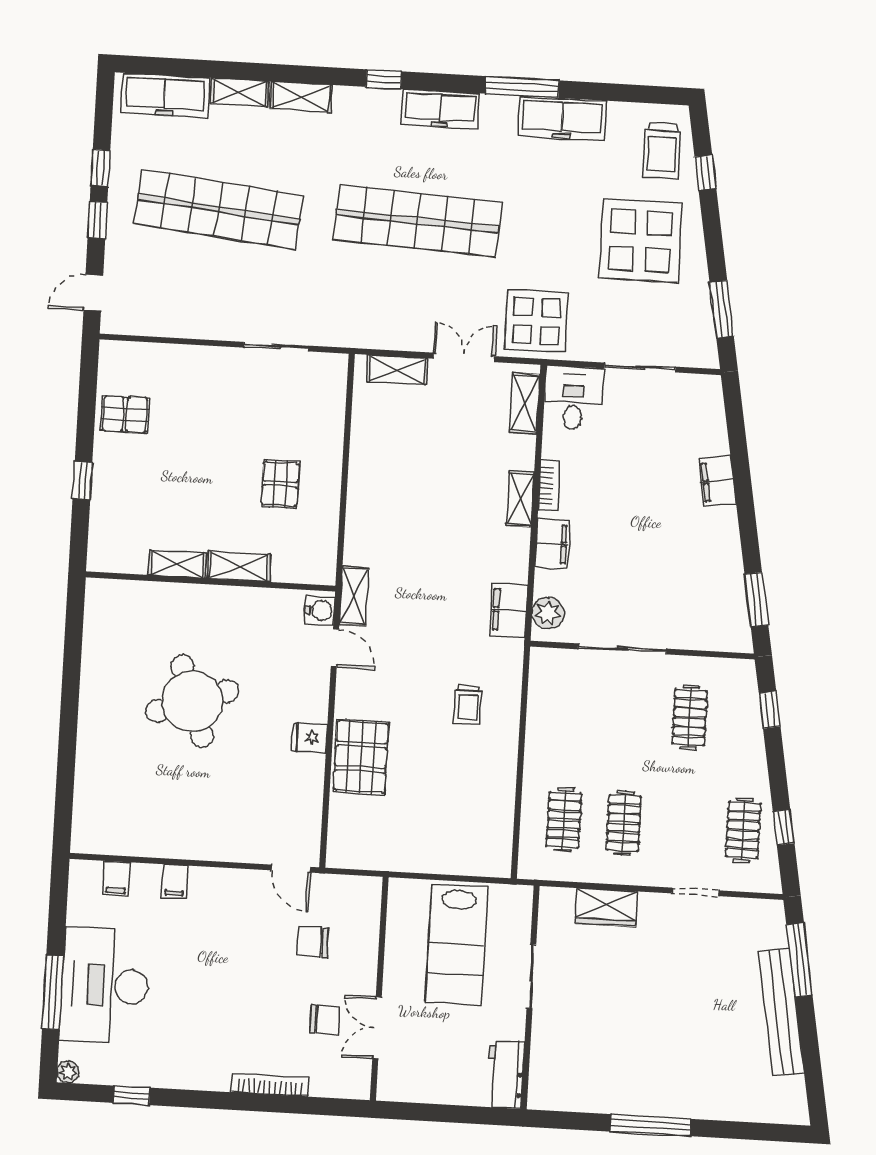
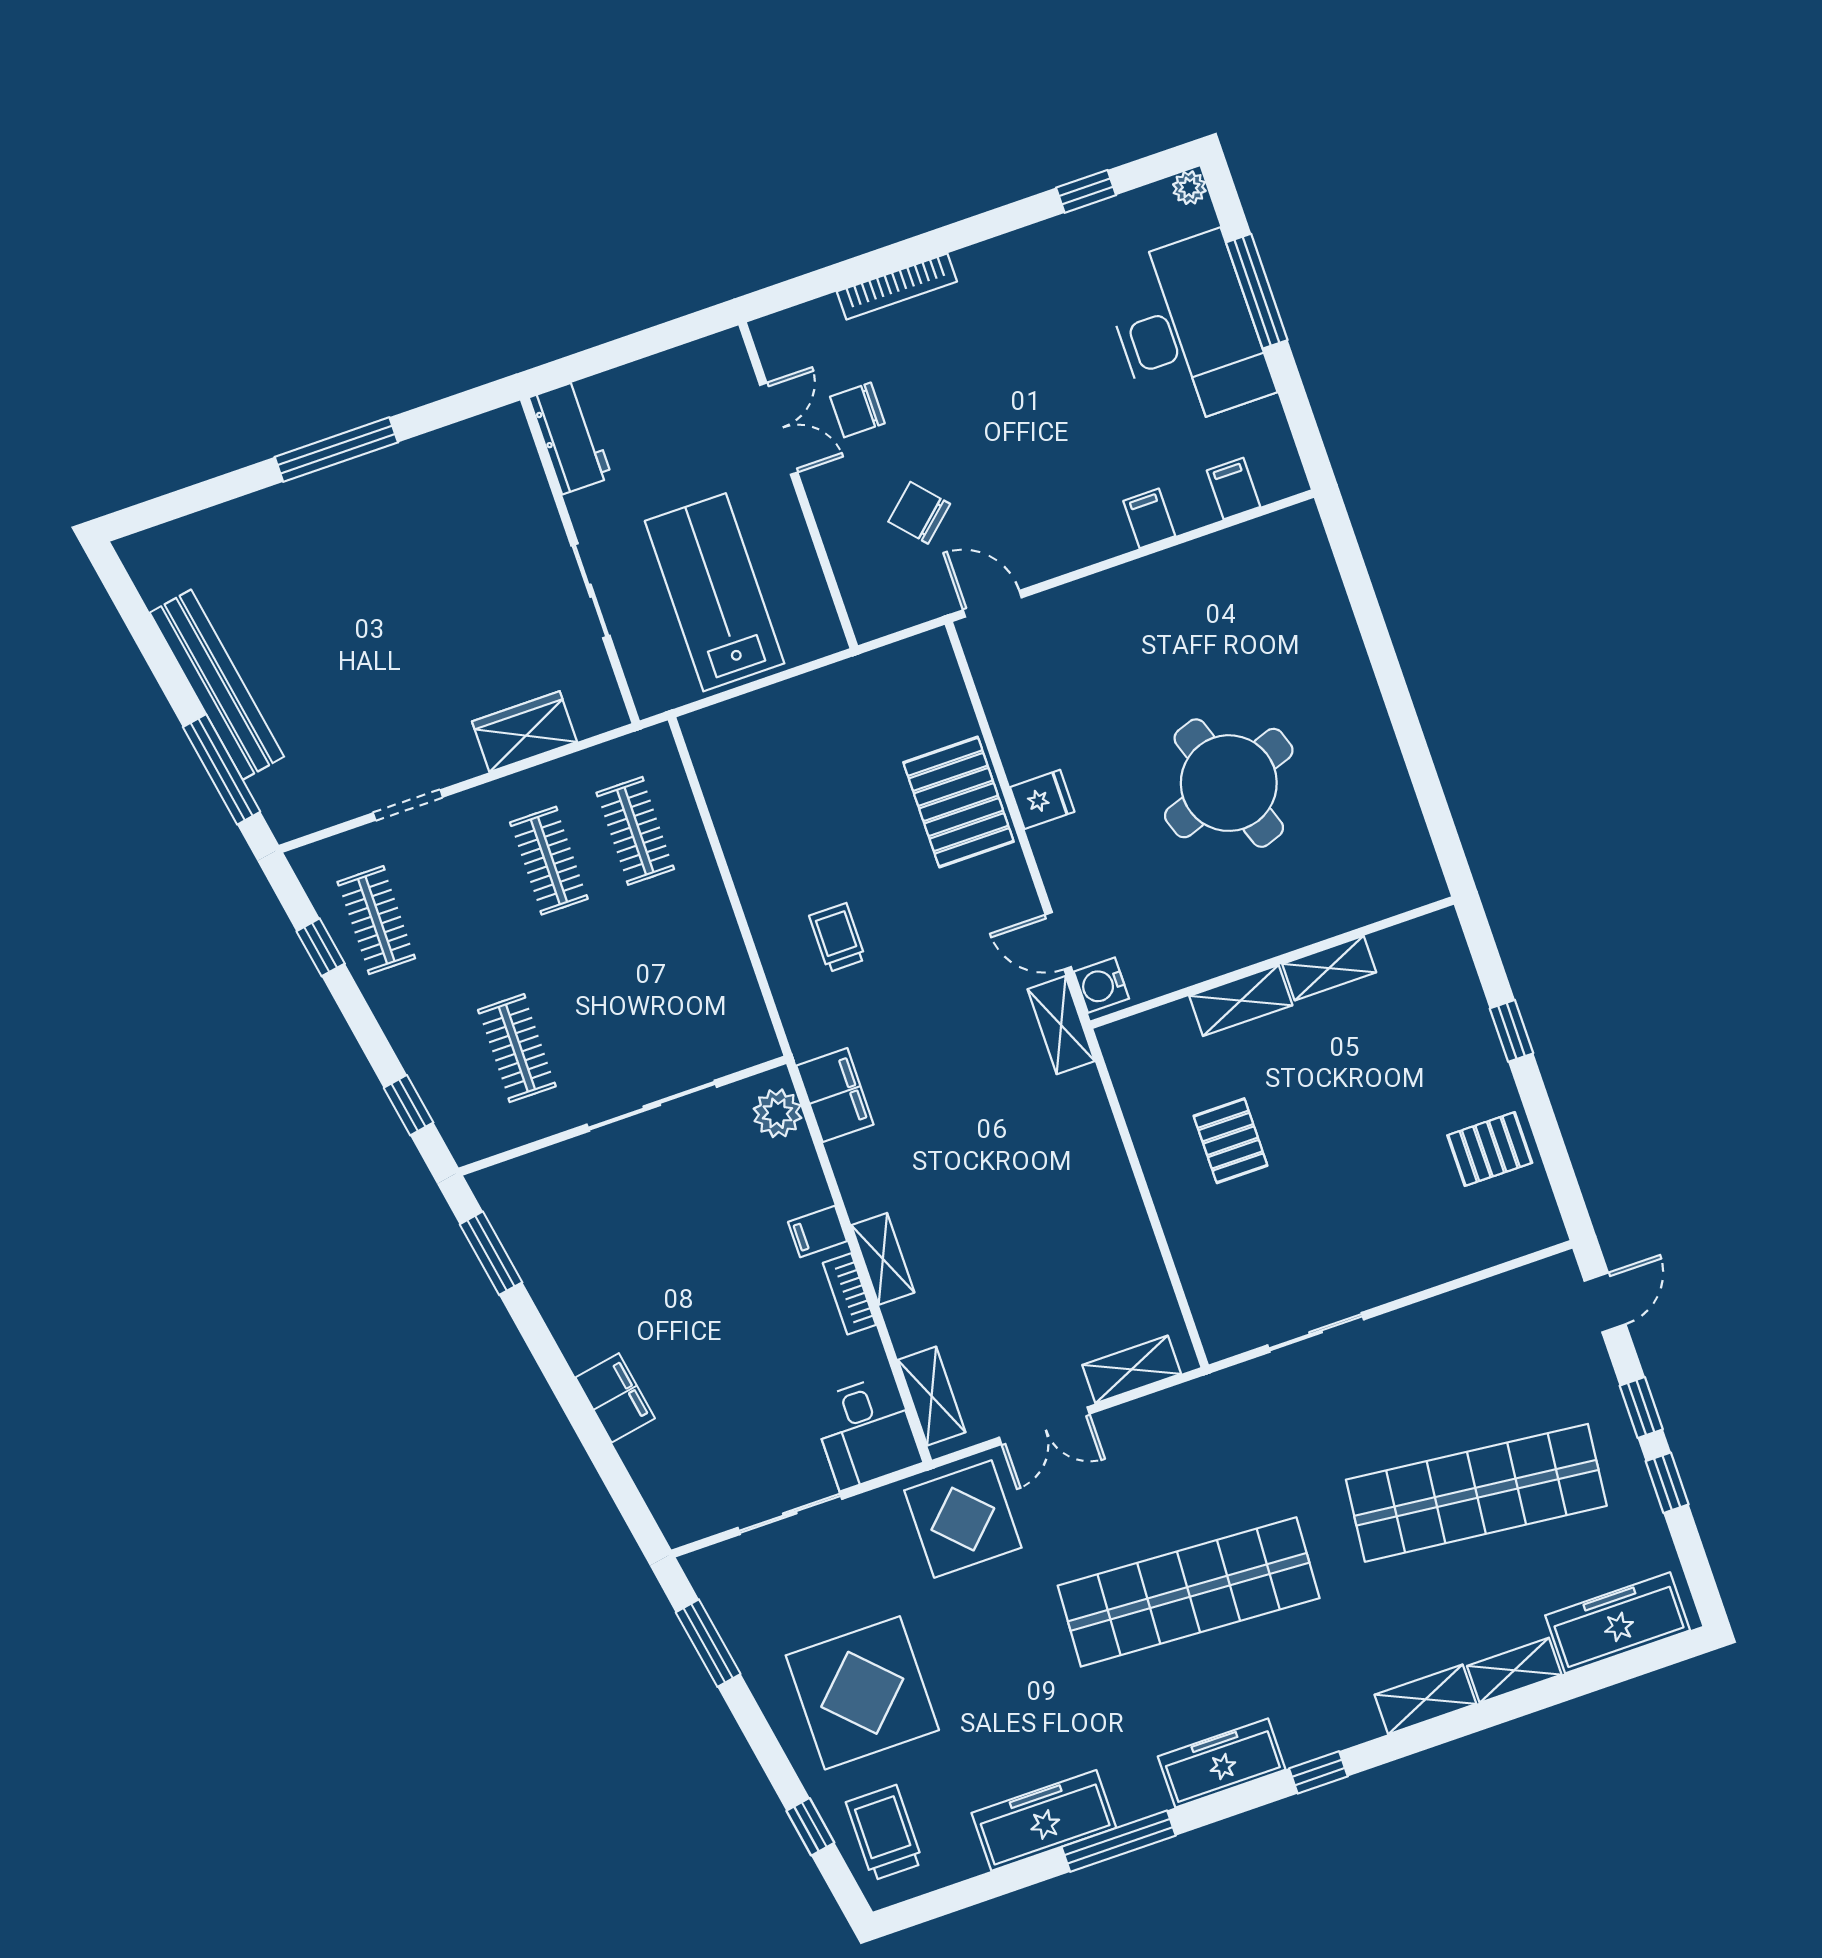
filing cabinet: (552, 544) -> (818, 1231), width x0.50
chair: (313, 942) -> (919, 513), turned -132

